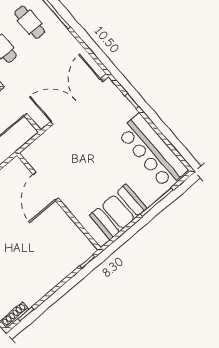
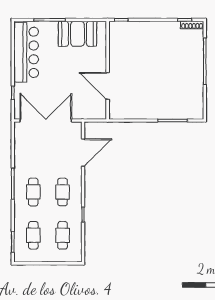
double door: (77, 102) -> (46, 121), swing flipped
door: (46, 186) -> (108, 86), swing flipped

